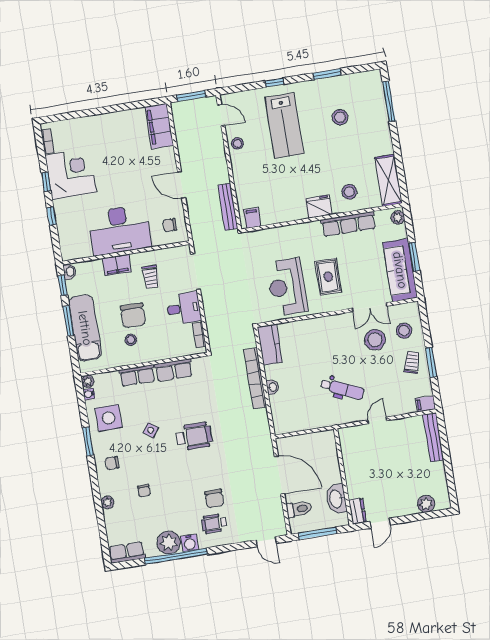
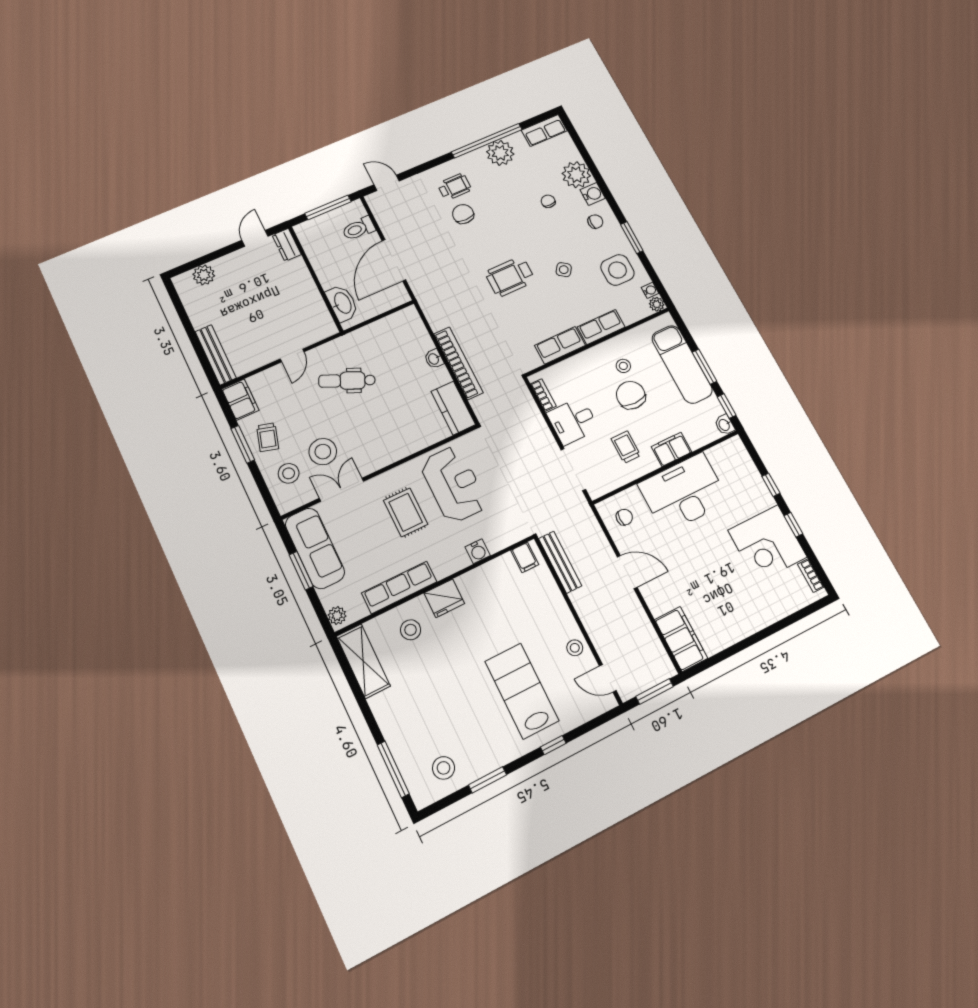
stool: (340, 117) -> (444, 768), moved
water cooler: (285, 233) -> (478, 551), added
filing cabinet: (425, 404) -> (240, 400), width x2.00
door: (279, 475) -> (394, 260), hinge flipped
washbasin: (336, 499) -> (342, 303), moved
plant: (108, 502) -> (576, 175), width x1.88, depth x1.88
water cooler: (190, 543) -> (593, 194), moved, turned 90

